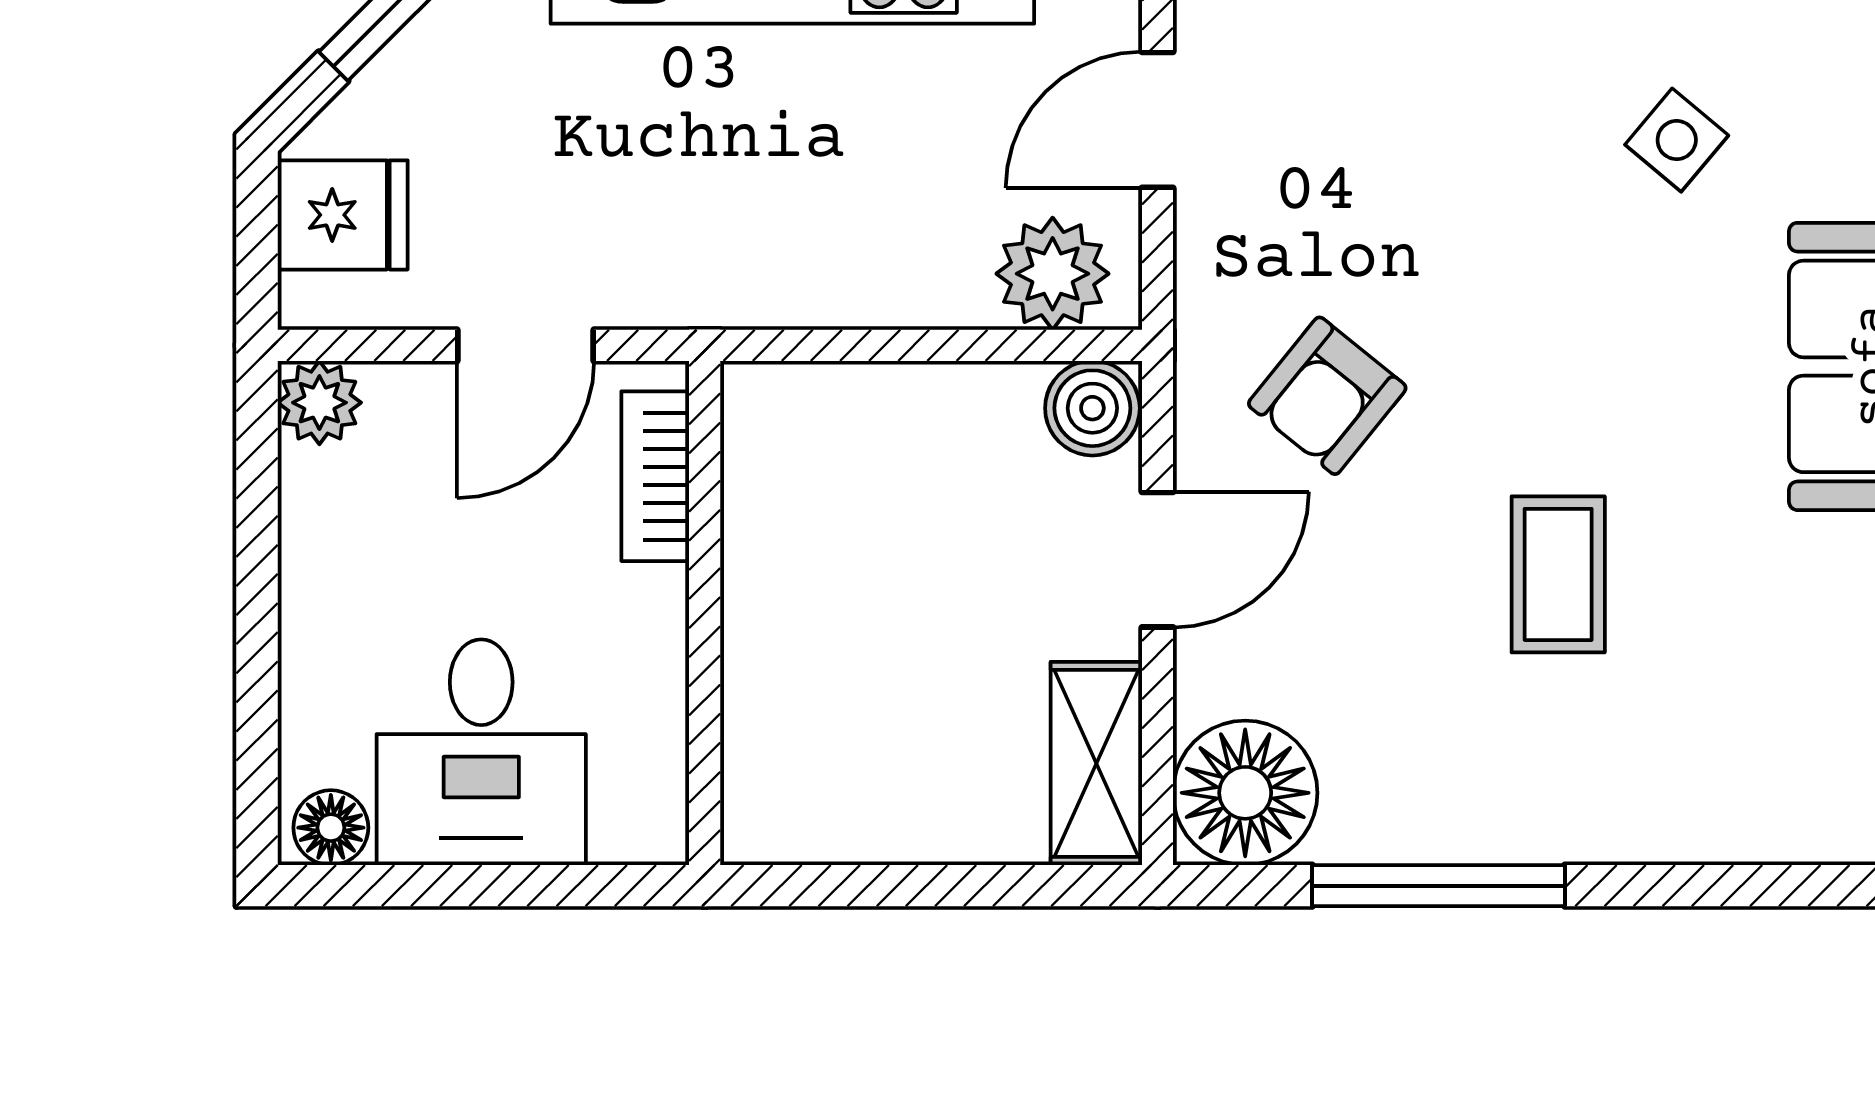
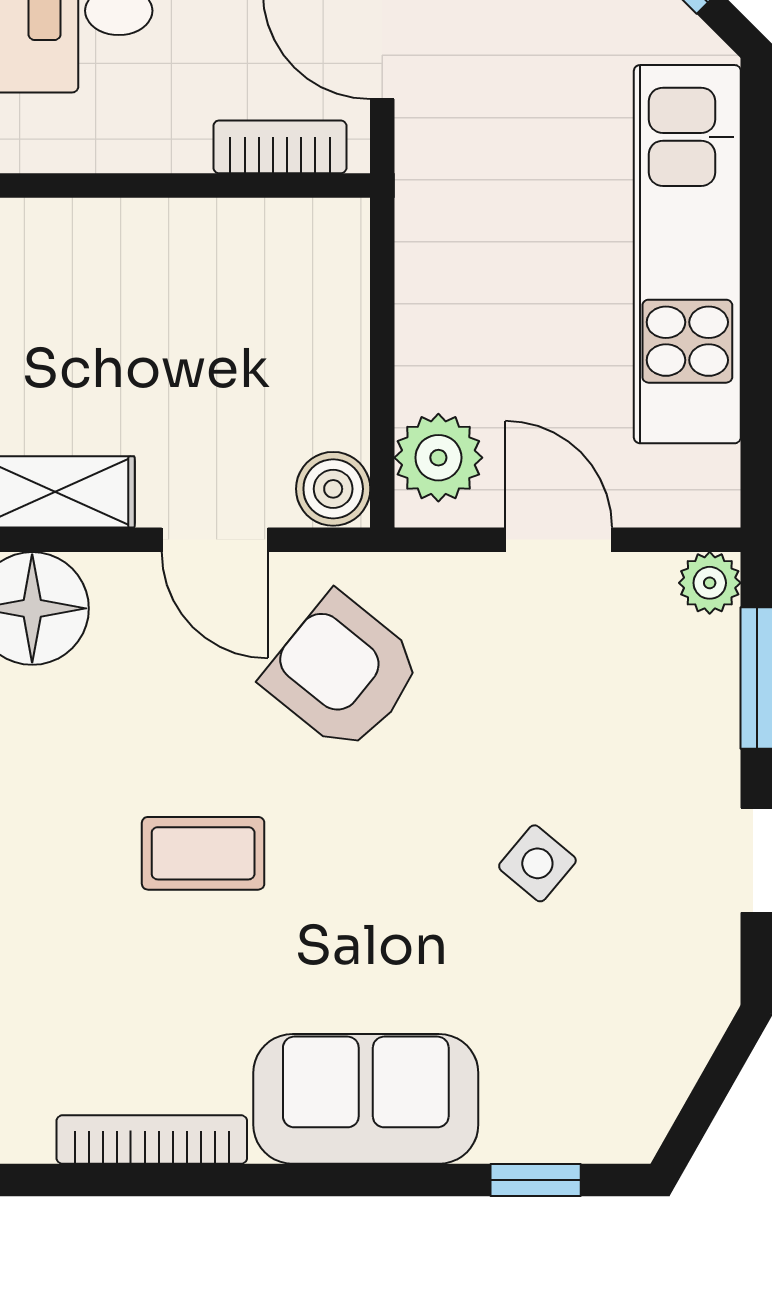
side table: (1677, 140) -> (537, 863), moved
armchair: (1327, 396) -> (343, 673), width x1.38, depth x1.38

